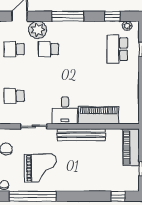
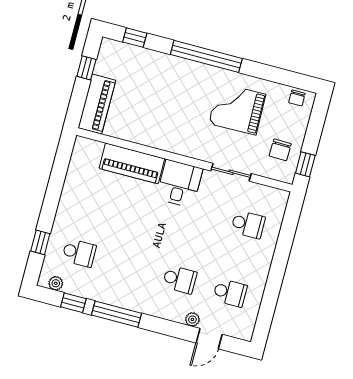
window: (68, 16) -> (117, 314), moved
plant: (38, 30) -> (192, 319), width x0.53, depth x0.53
school desk: (117, 49) -> (79, 253), width x0.54
bench: (81, 135) -> (165, 142), removed
window: (33, 196) -> (206, 56), moved

